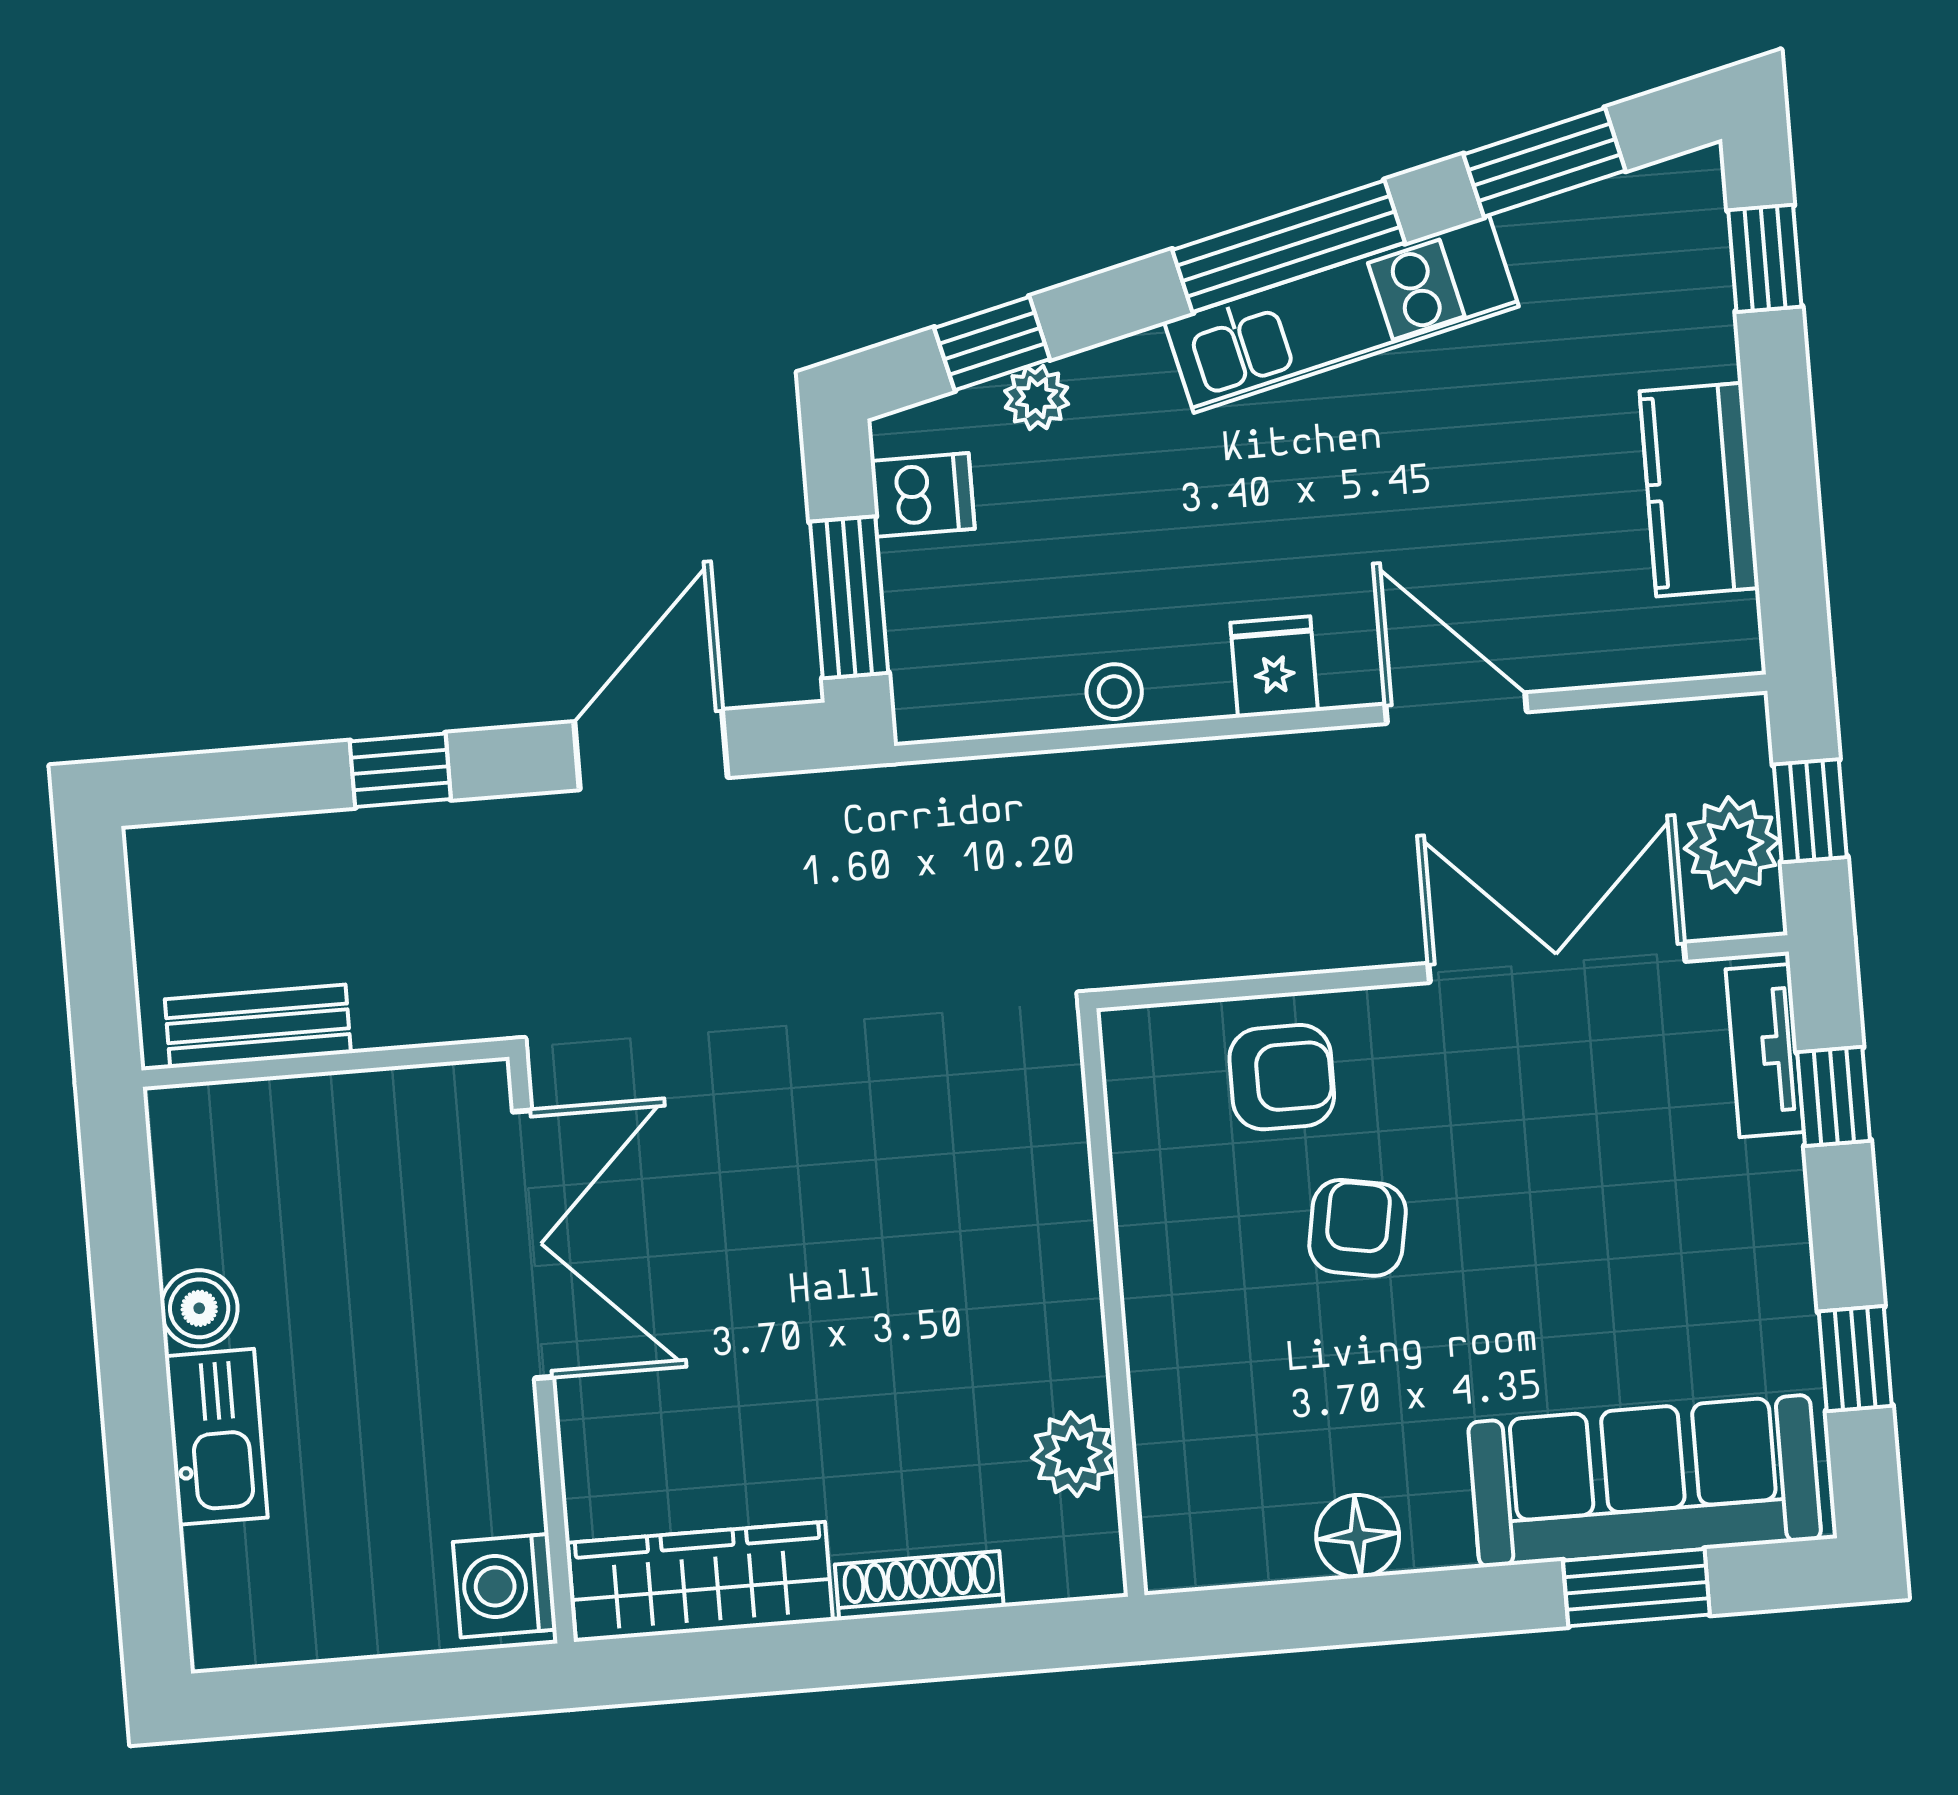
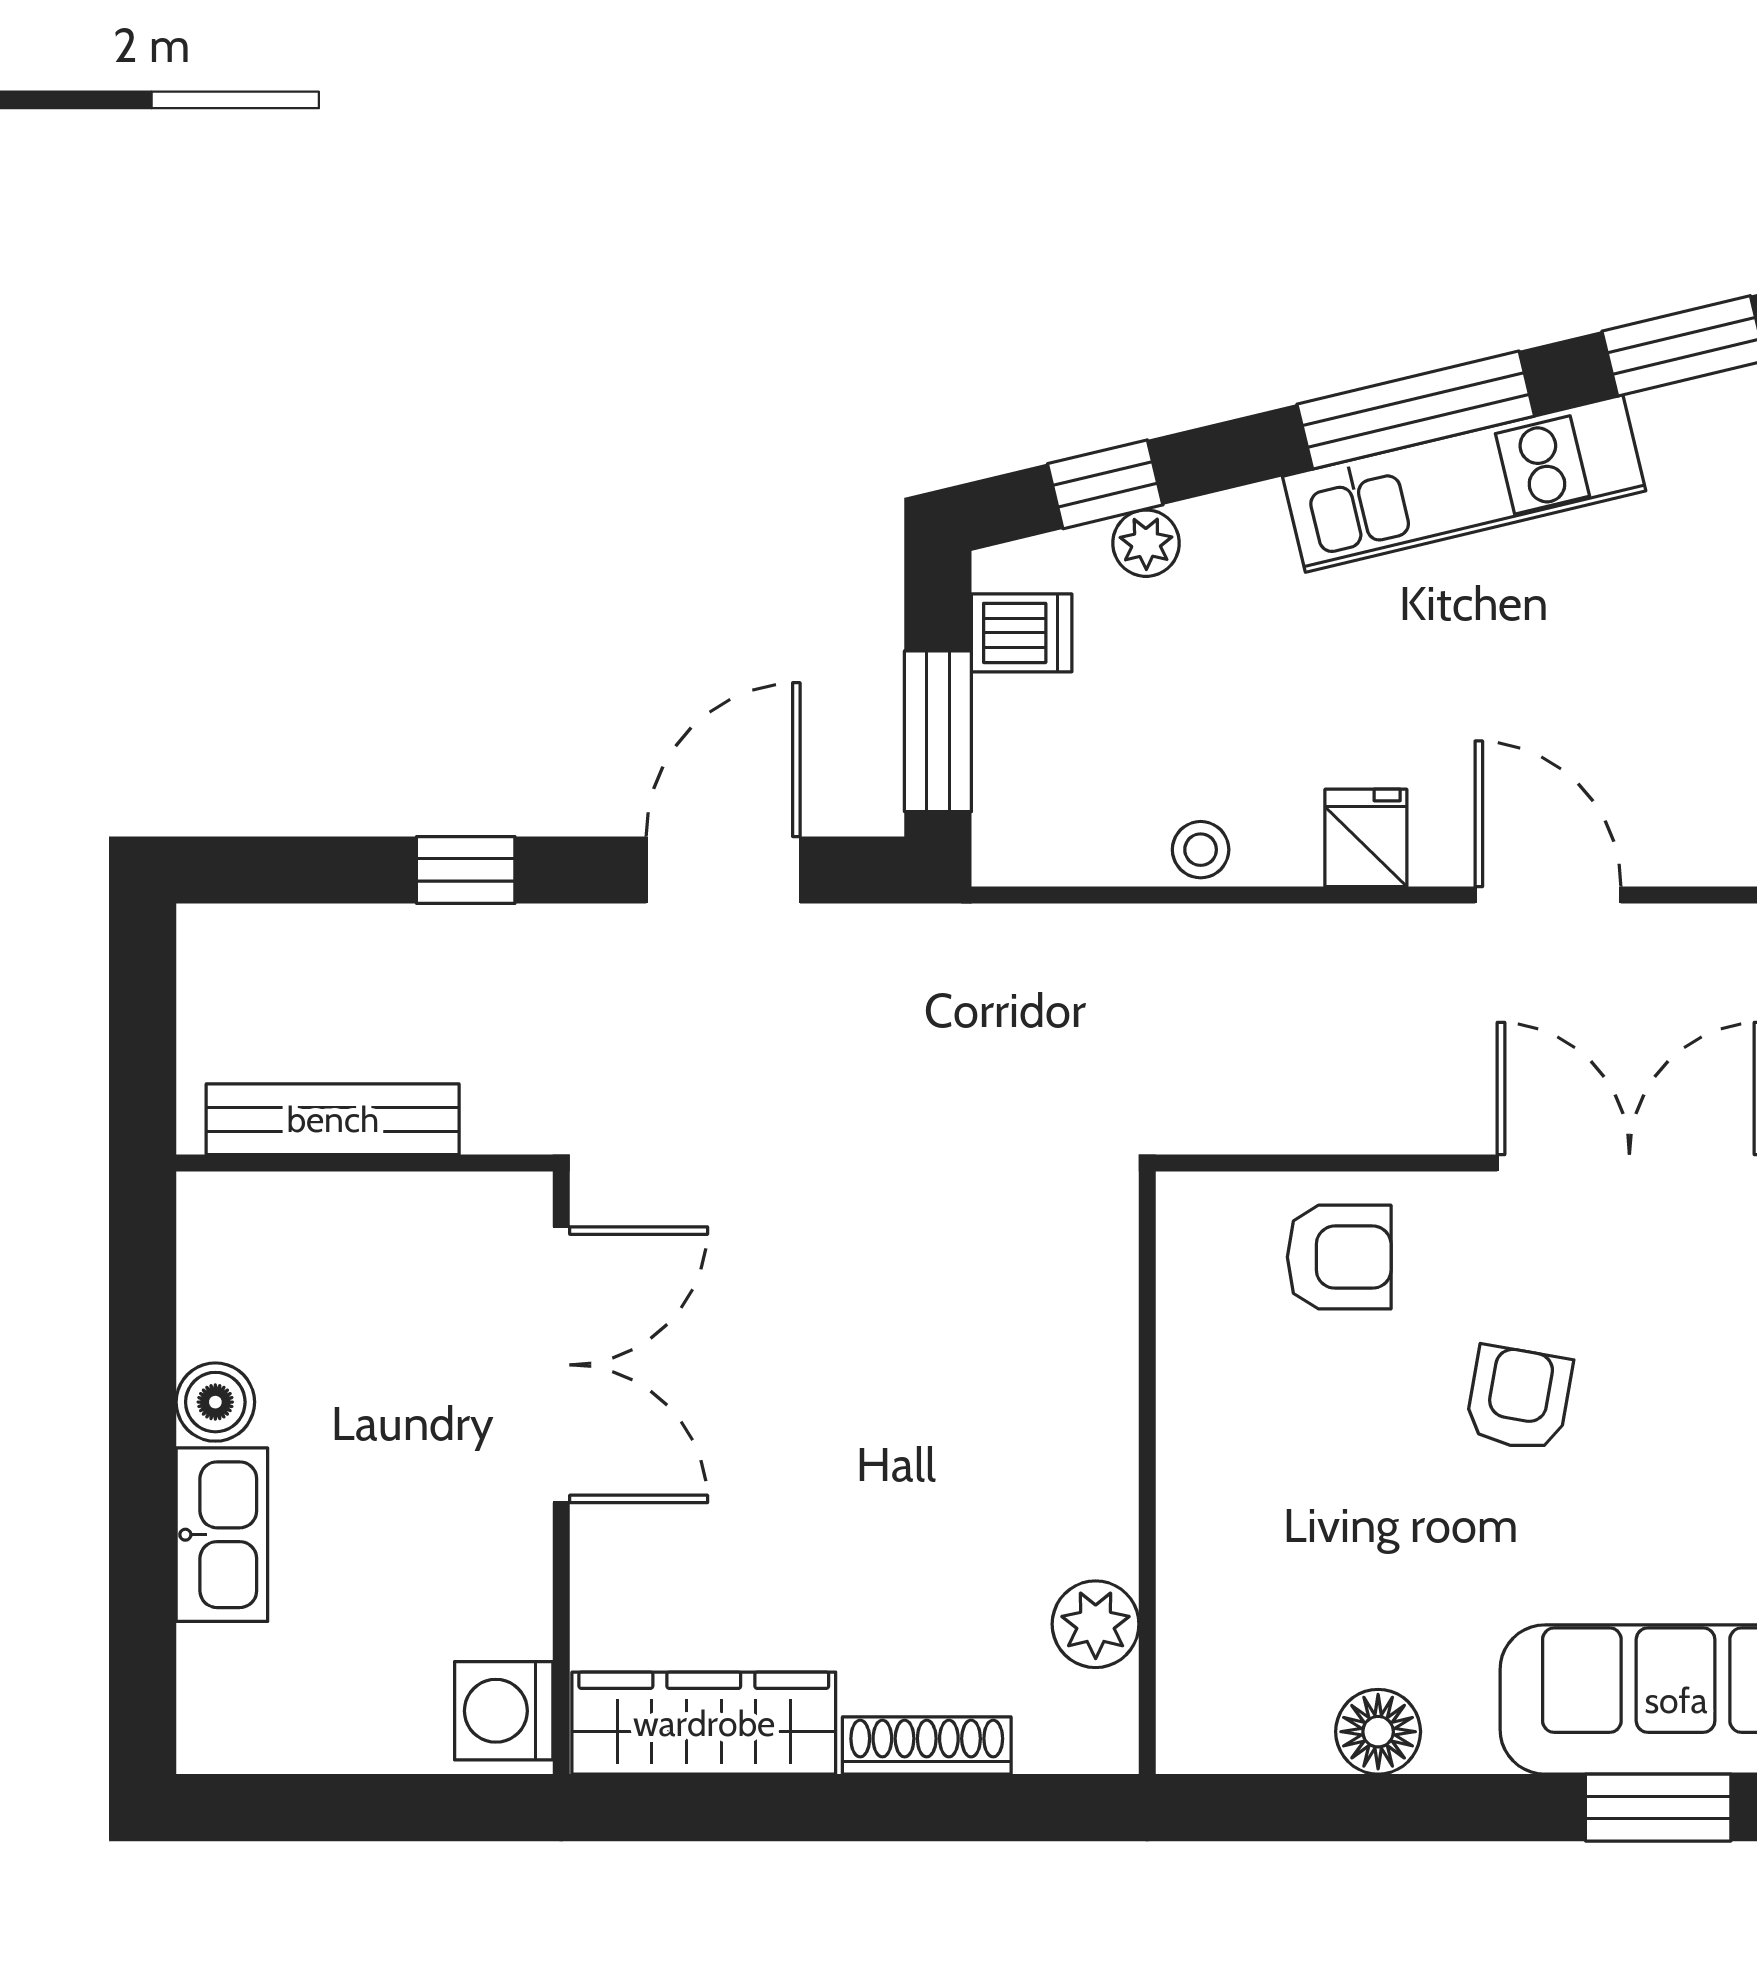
bench: (258, 1026) -> (333, 1119), width x1.36
armchair: (1358, 1228) -> (1519, 1398), moved

